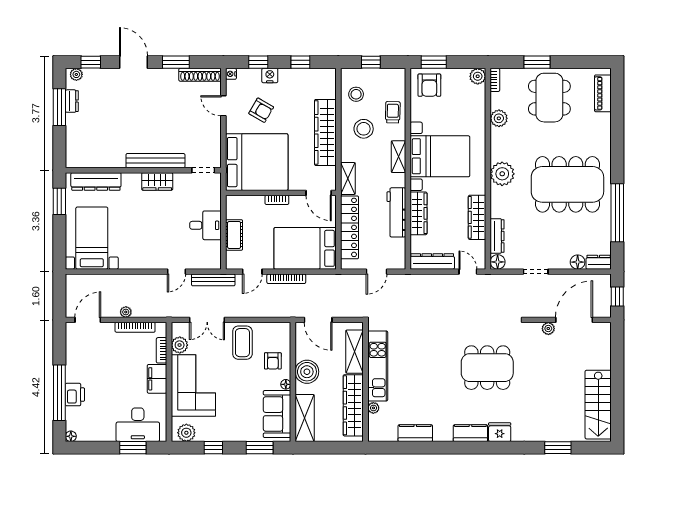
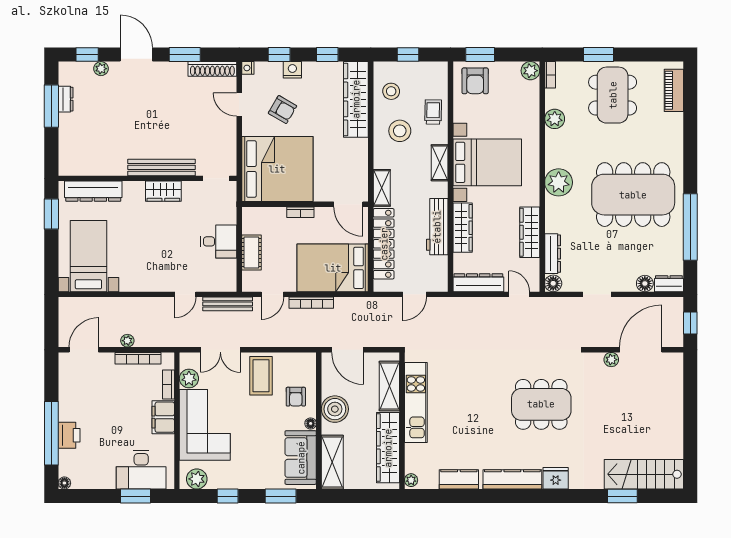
plant: (76, 74) -> (101, 69), moved
wardrobe: (325, 132) -> (356, 99), moved
stairs: (598, 405) -> (644, 474), moved, turned 90
plant: (373, 408) -> (411, 480), moved
kitchen counter: (470, 433) -> (512, 479), width x1.50

